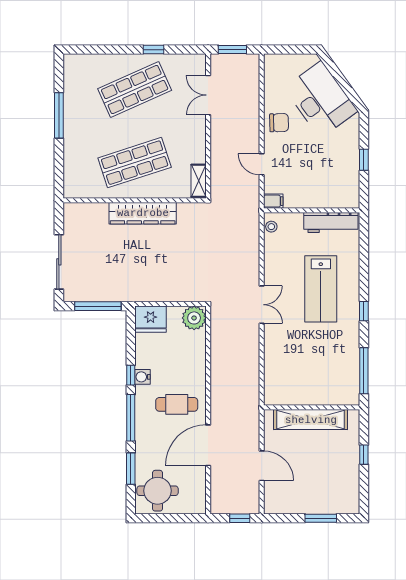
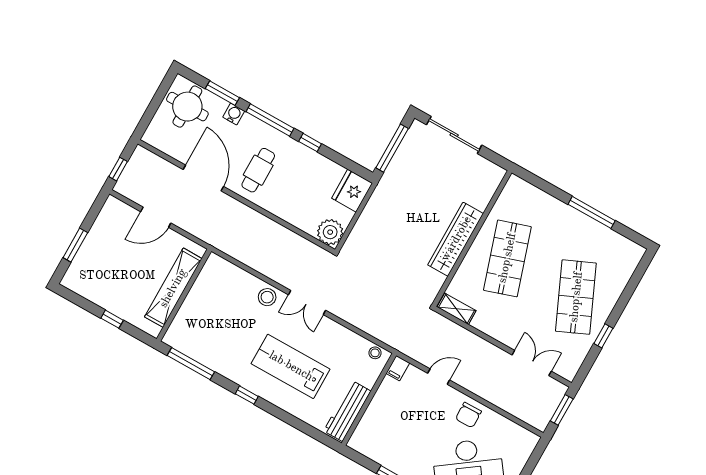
stool: (275, 339) -> (267, 297), added
water cooler: (142, 377) -> (234, 114), moved

